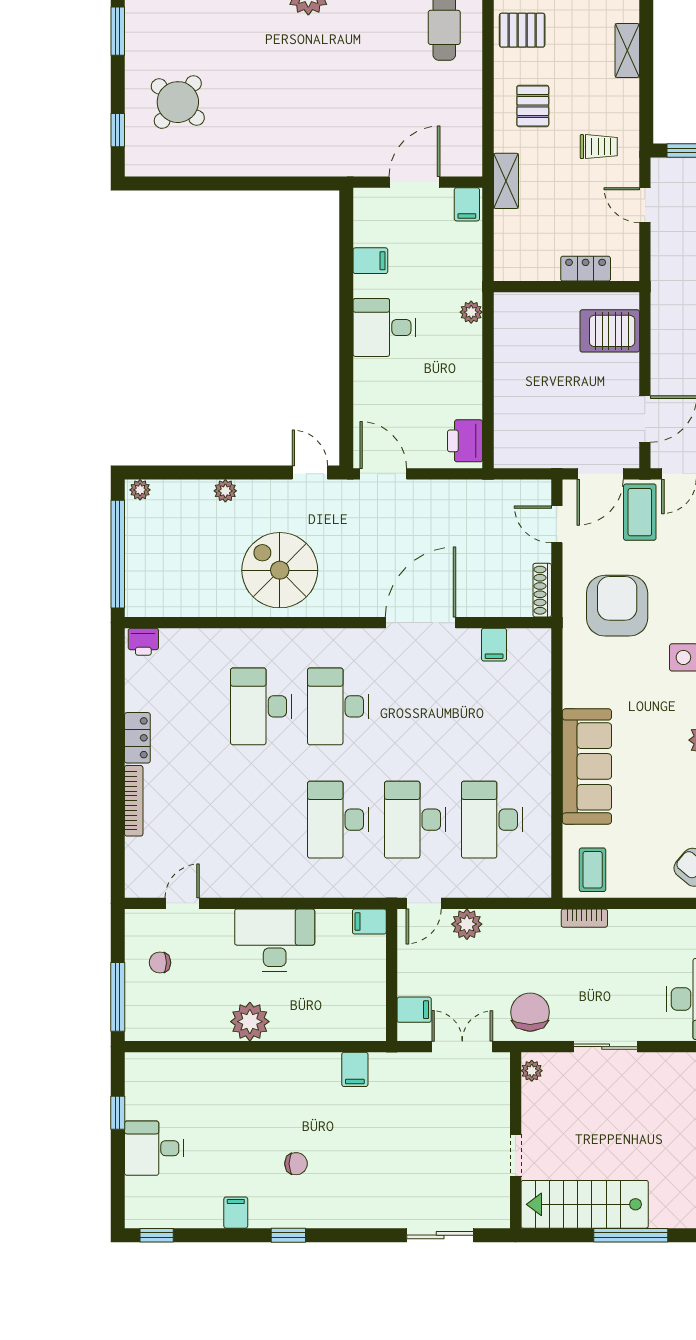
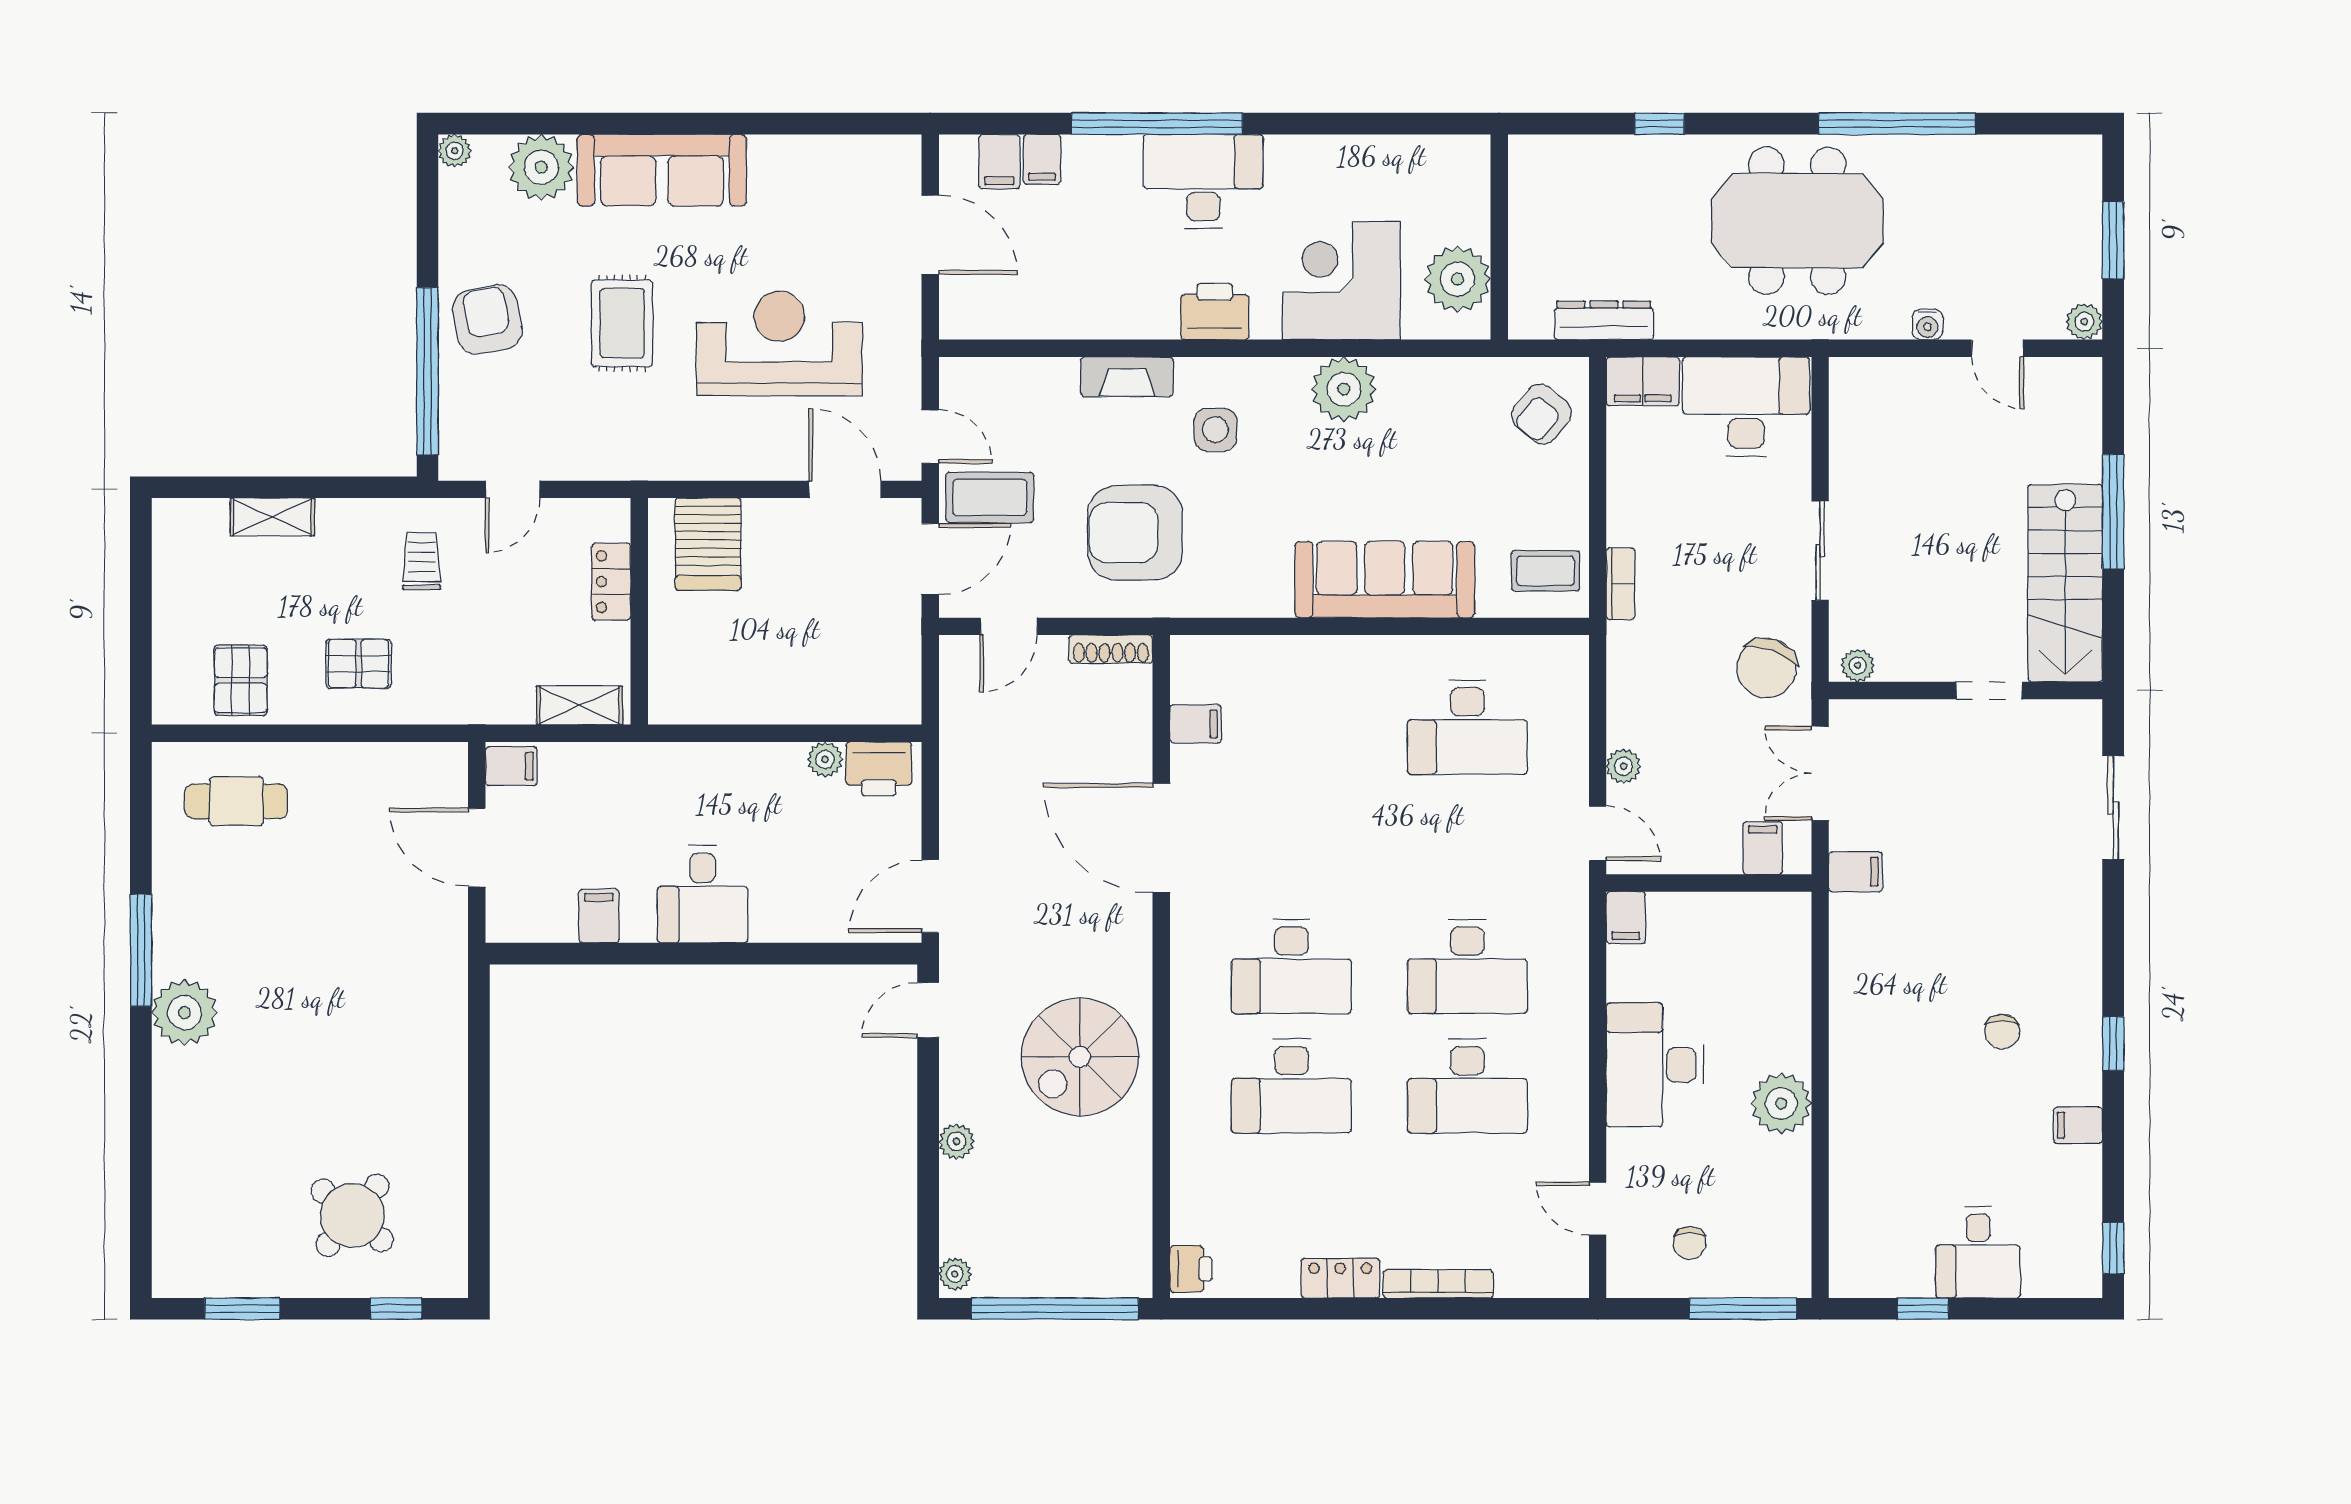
shelving: (506, 181) -> (580, 705), moved
plant: (471, 312) -> (825, 759), moved
door: (600, 474) -> (930, 559), hinge flipped
desk: (415, 820) -> (1467, 1086), moved
plant: (467, 924) -> (1624, 766), width x0.73, depth x0.73
chair: (530, 1012) -> (1767, 668), turned -70
filing cabinet: (355, 1069) -> (1856, 872), moved
chair: (296, 1164) -> (2002, 1032), turned 180

